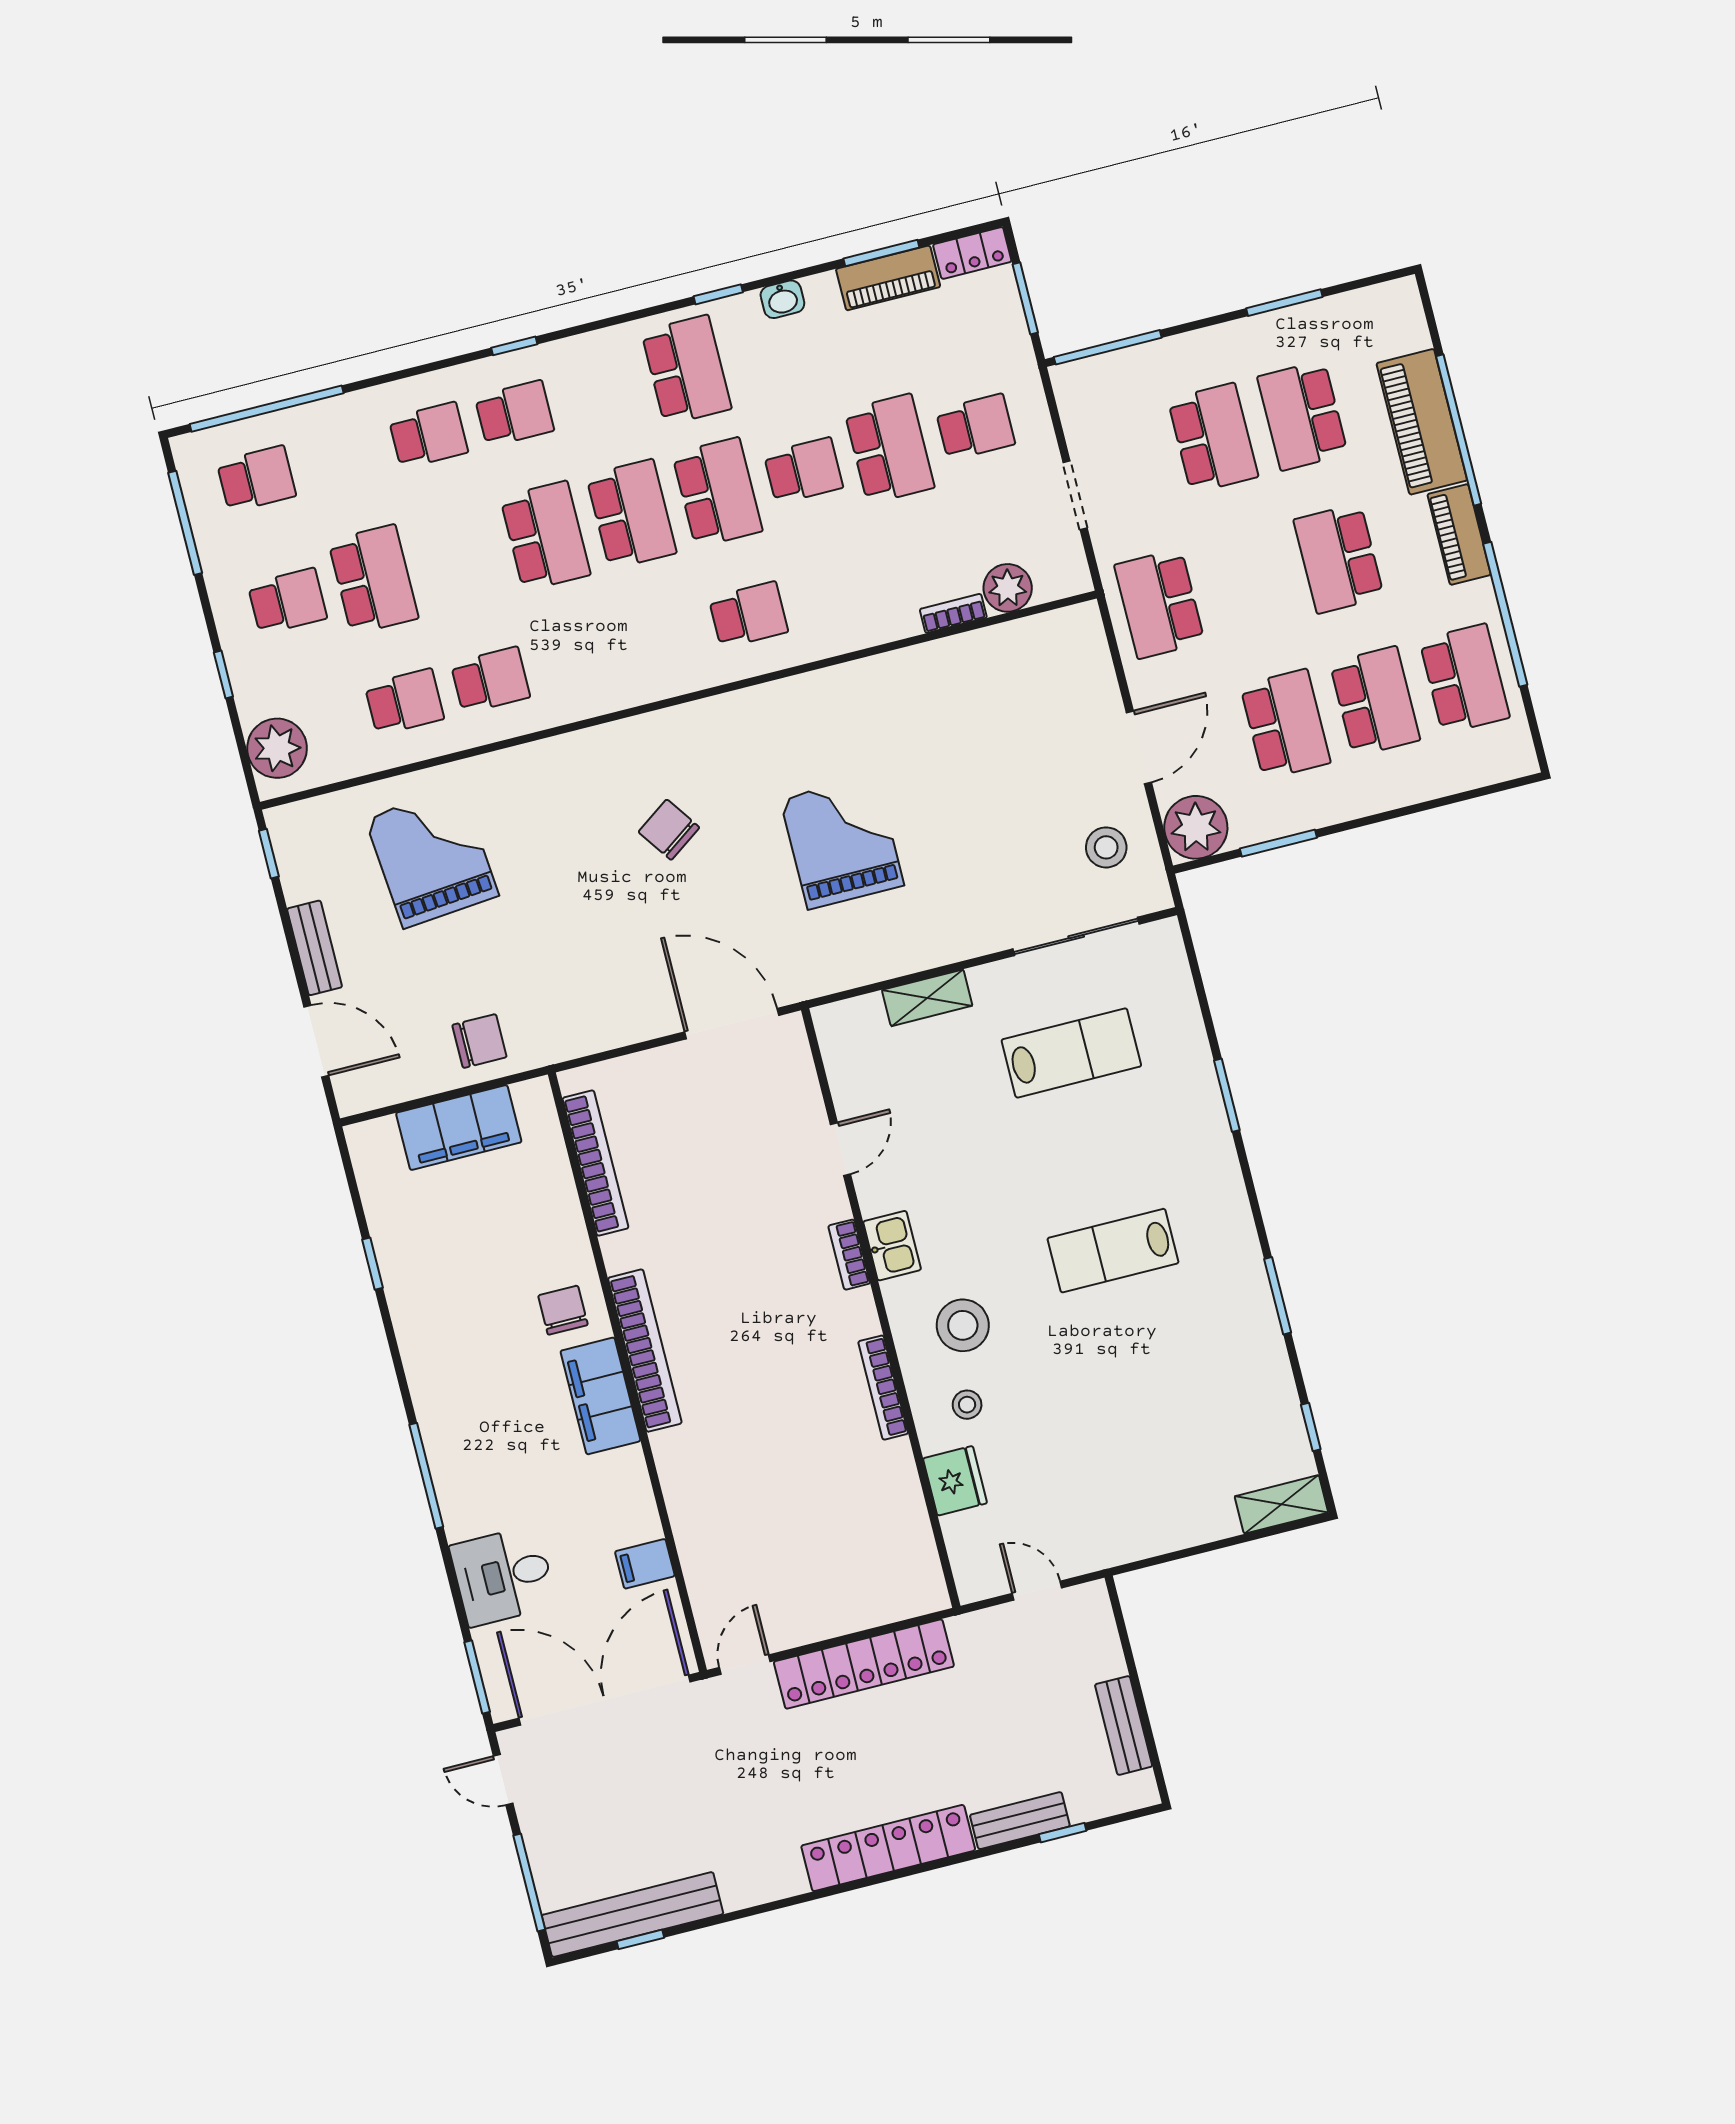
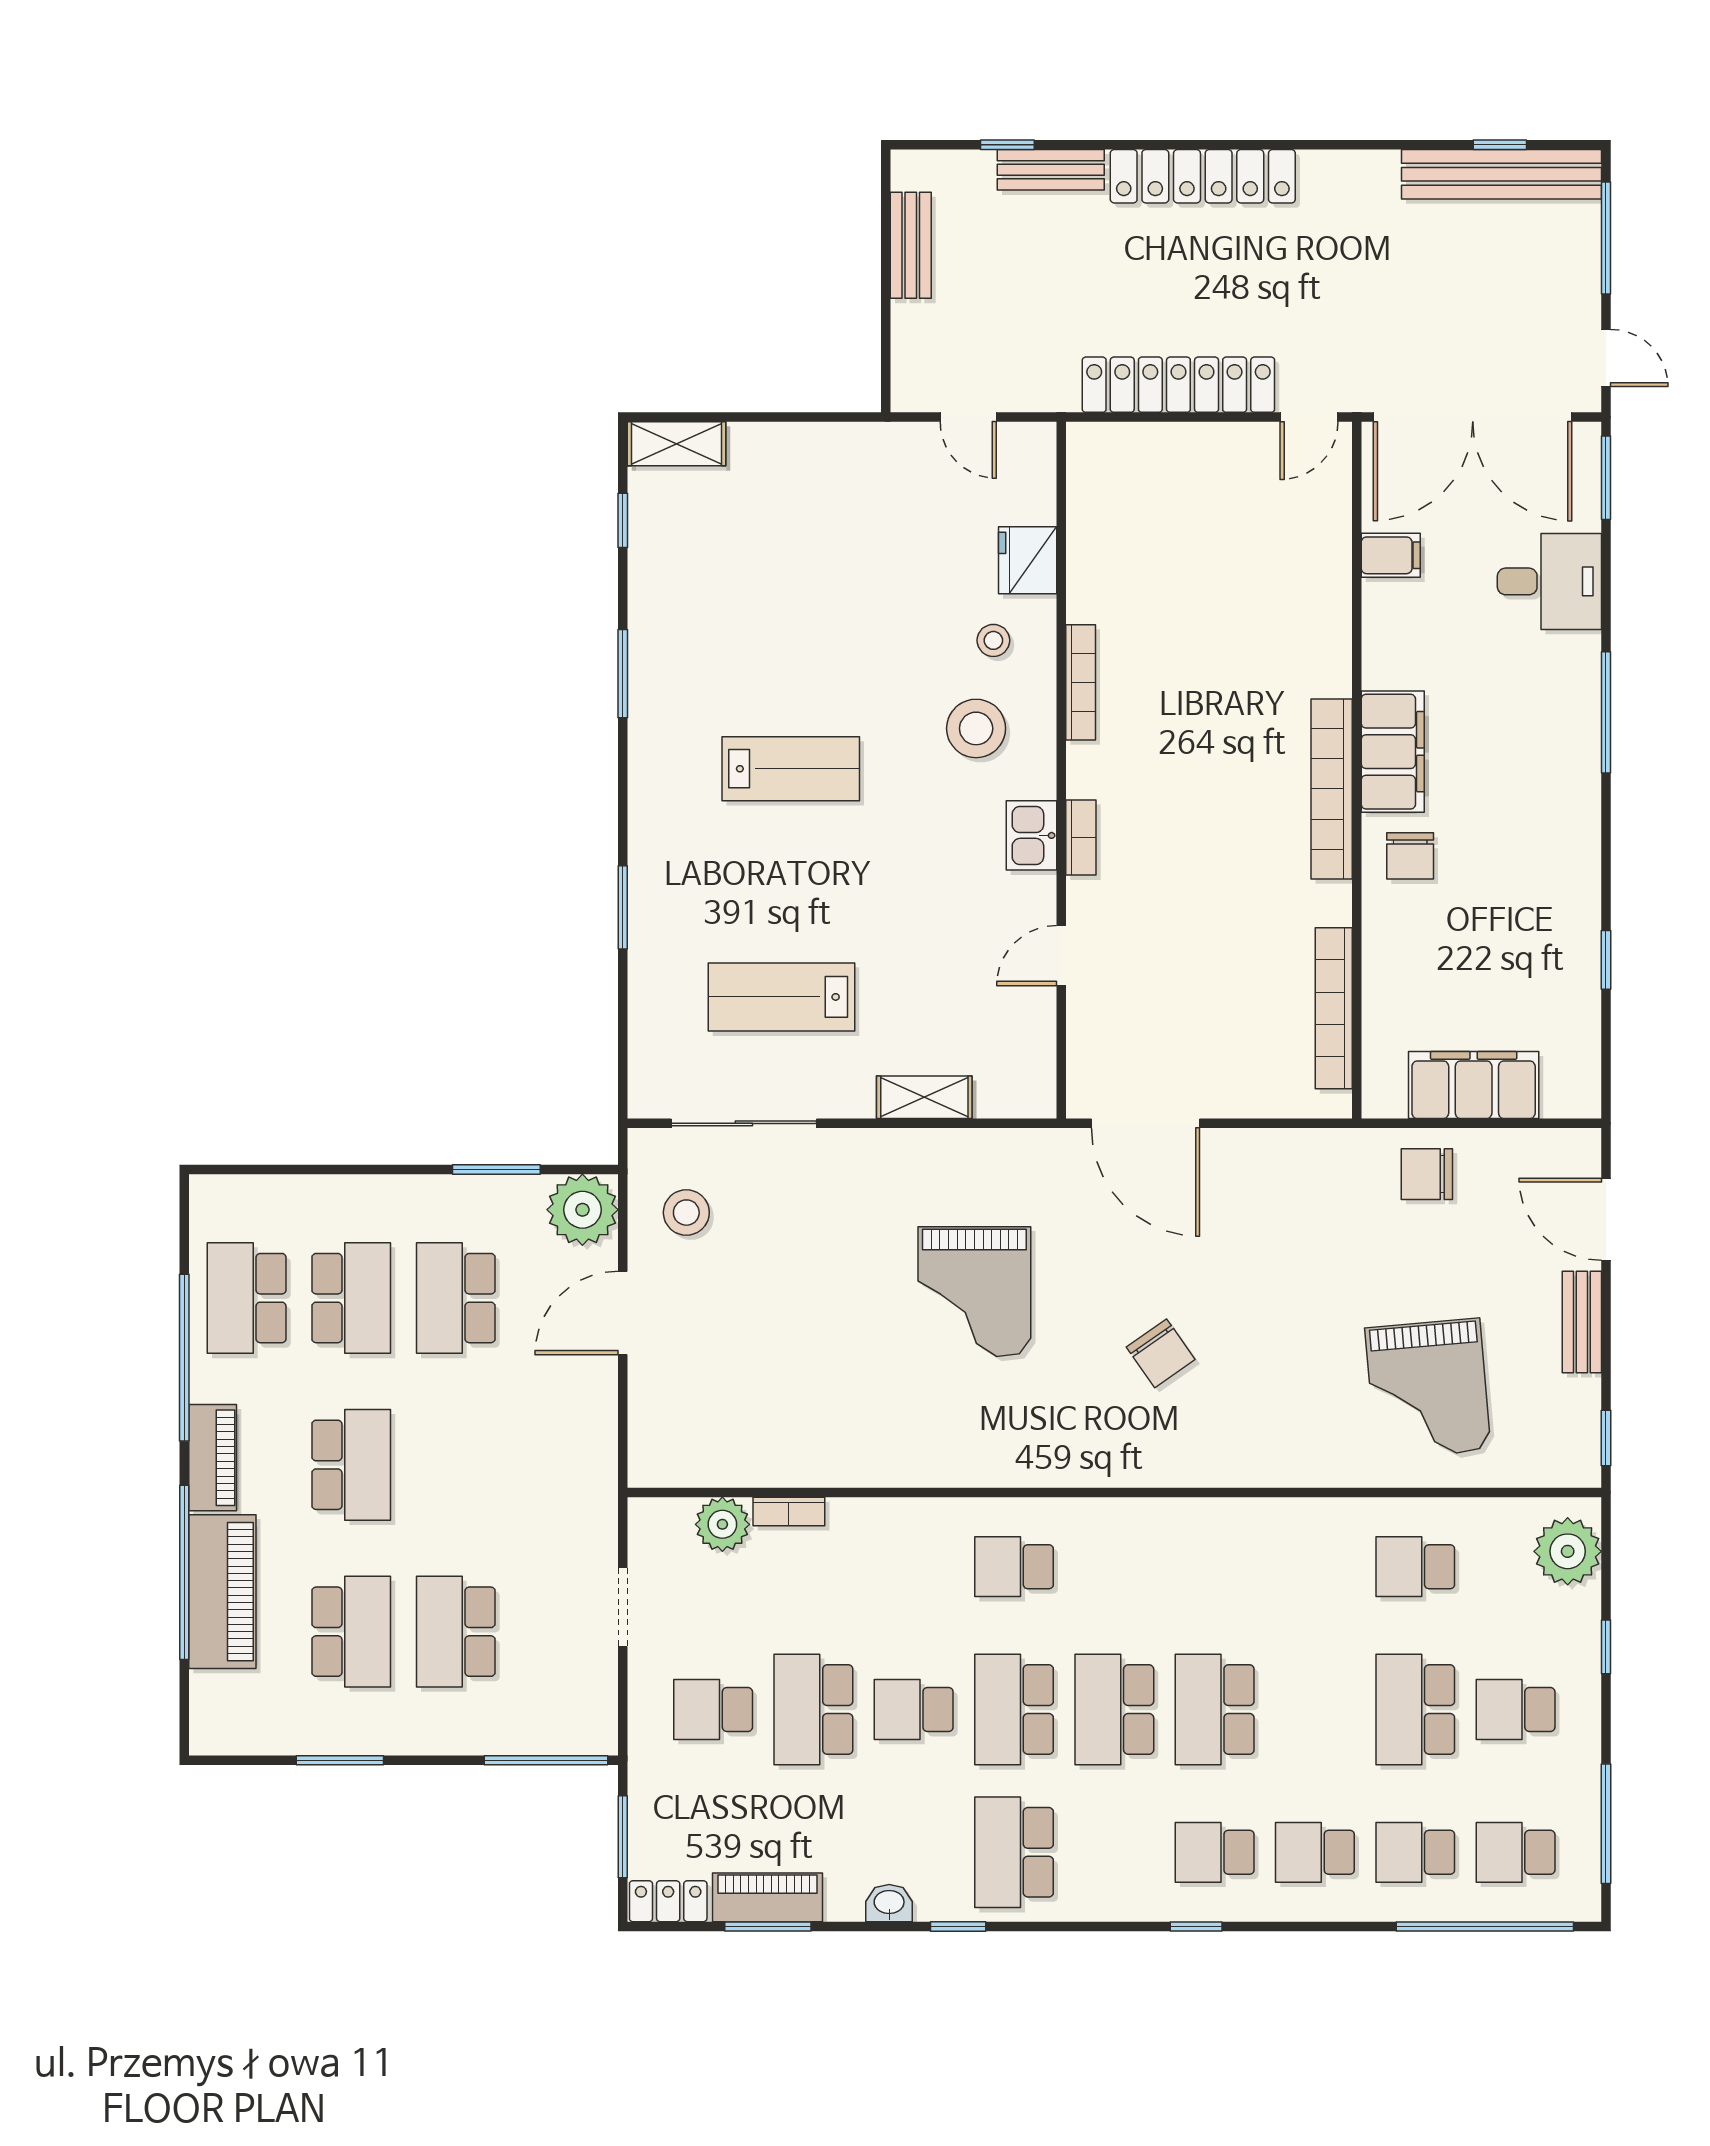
school desk: (1160, 604) -> (560, 1465), removed
school desk: (490, 680) -> (1415, 1852), moved
school desk: (1375, 701) -> (351, 1298), turned 180

